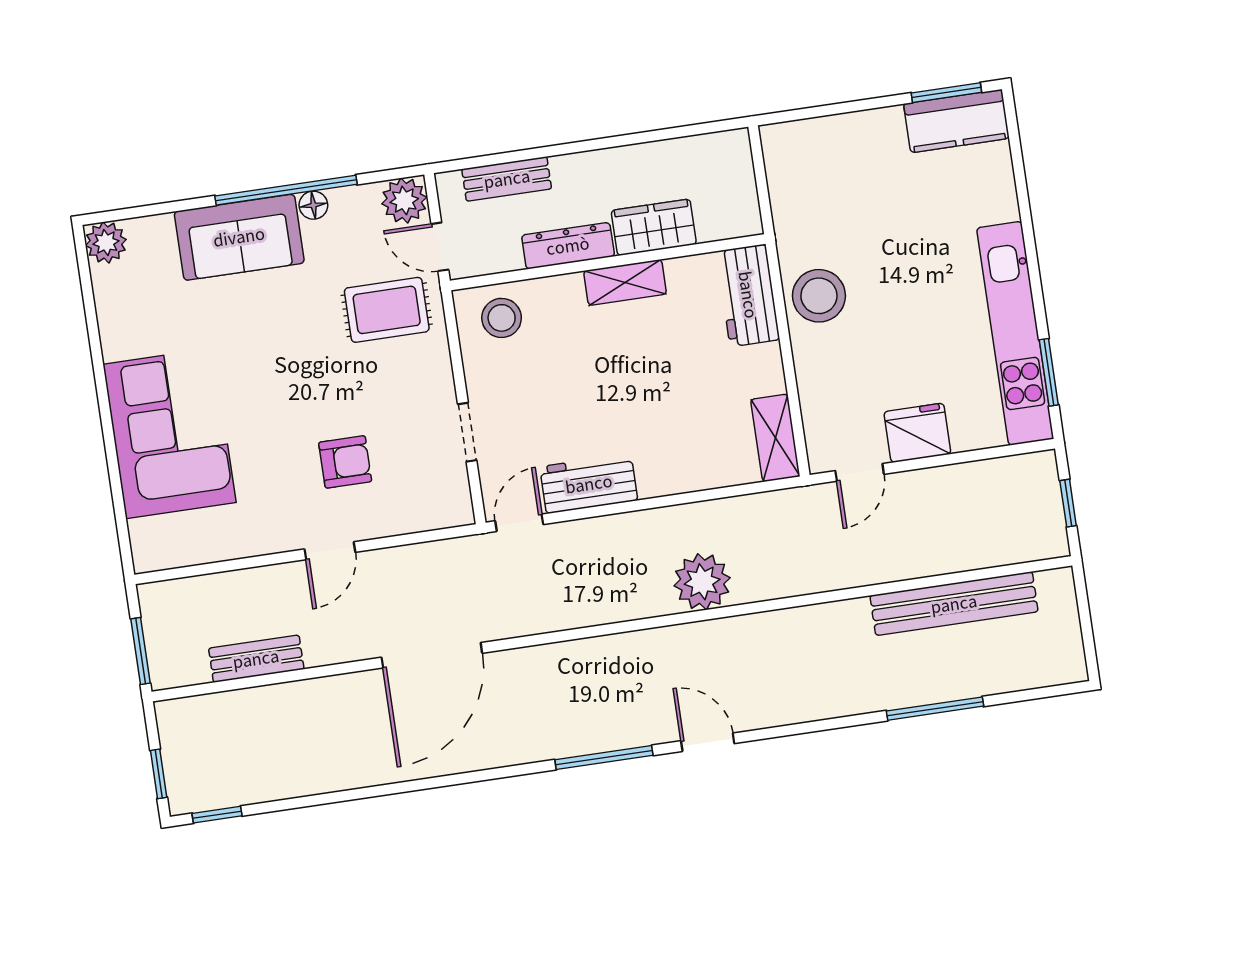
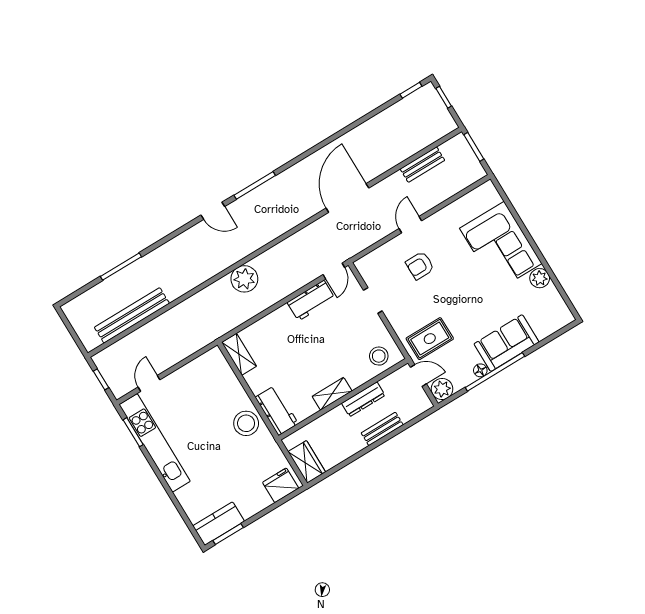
bench: (507, 179) -> (382, 429), moved
wardrobe: (654, 227) -> (307, 462), moved, turned -90
plant: (106, 242) -> (540, 278), moved
fridge: (917, 433) -> (281, 485), moved, turned 180
door: (860, 472) -> (149, 383), moved

